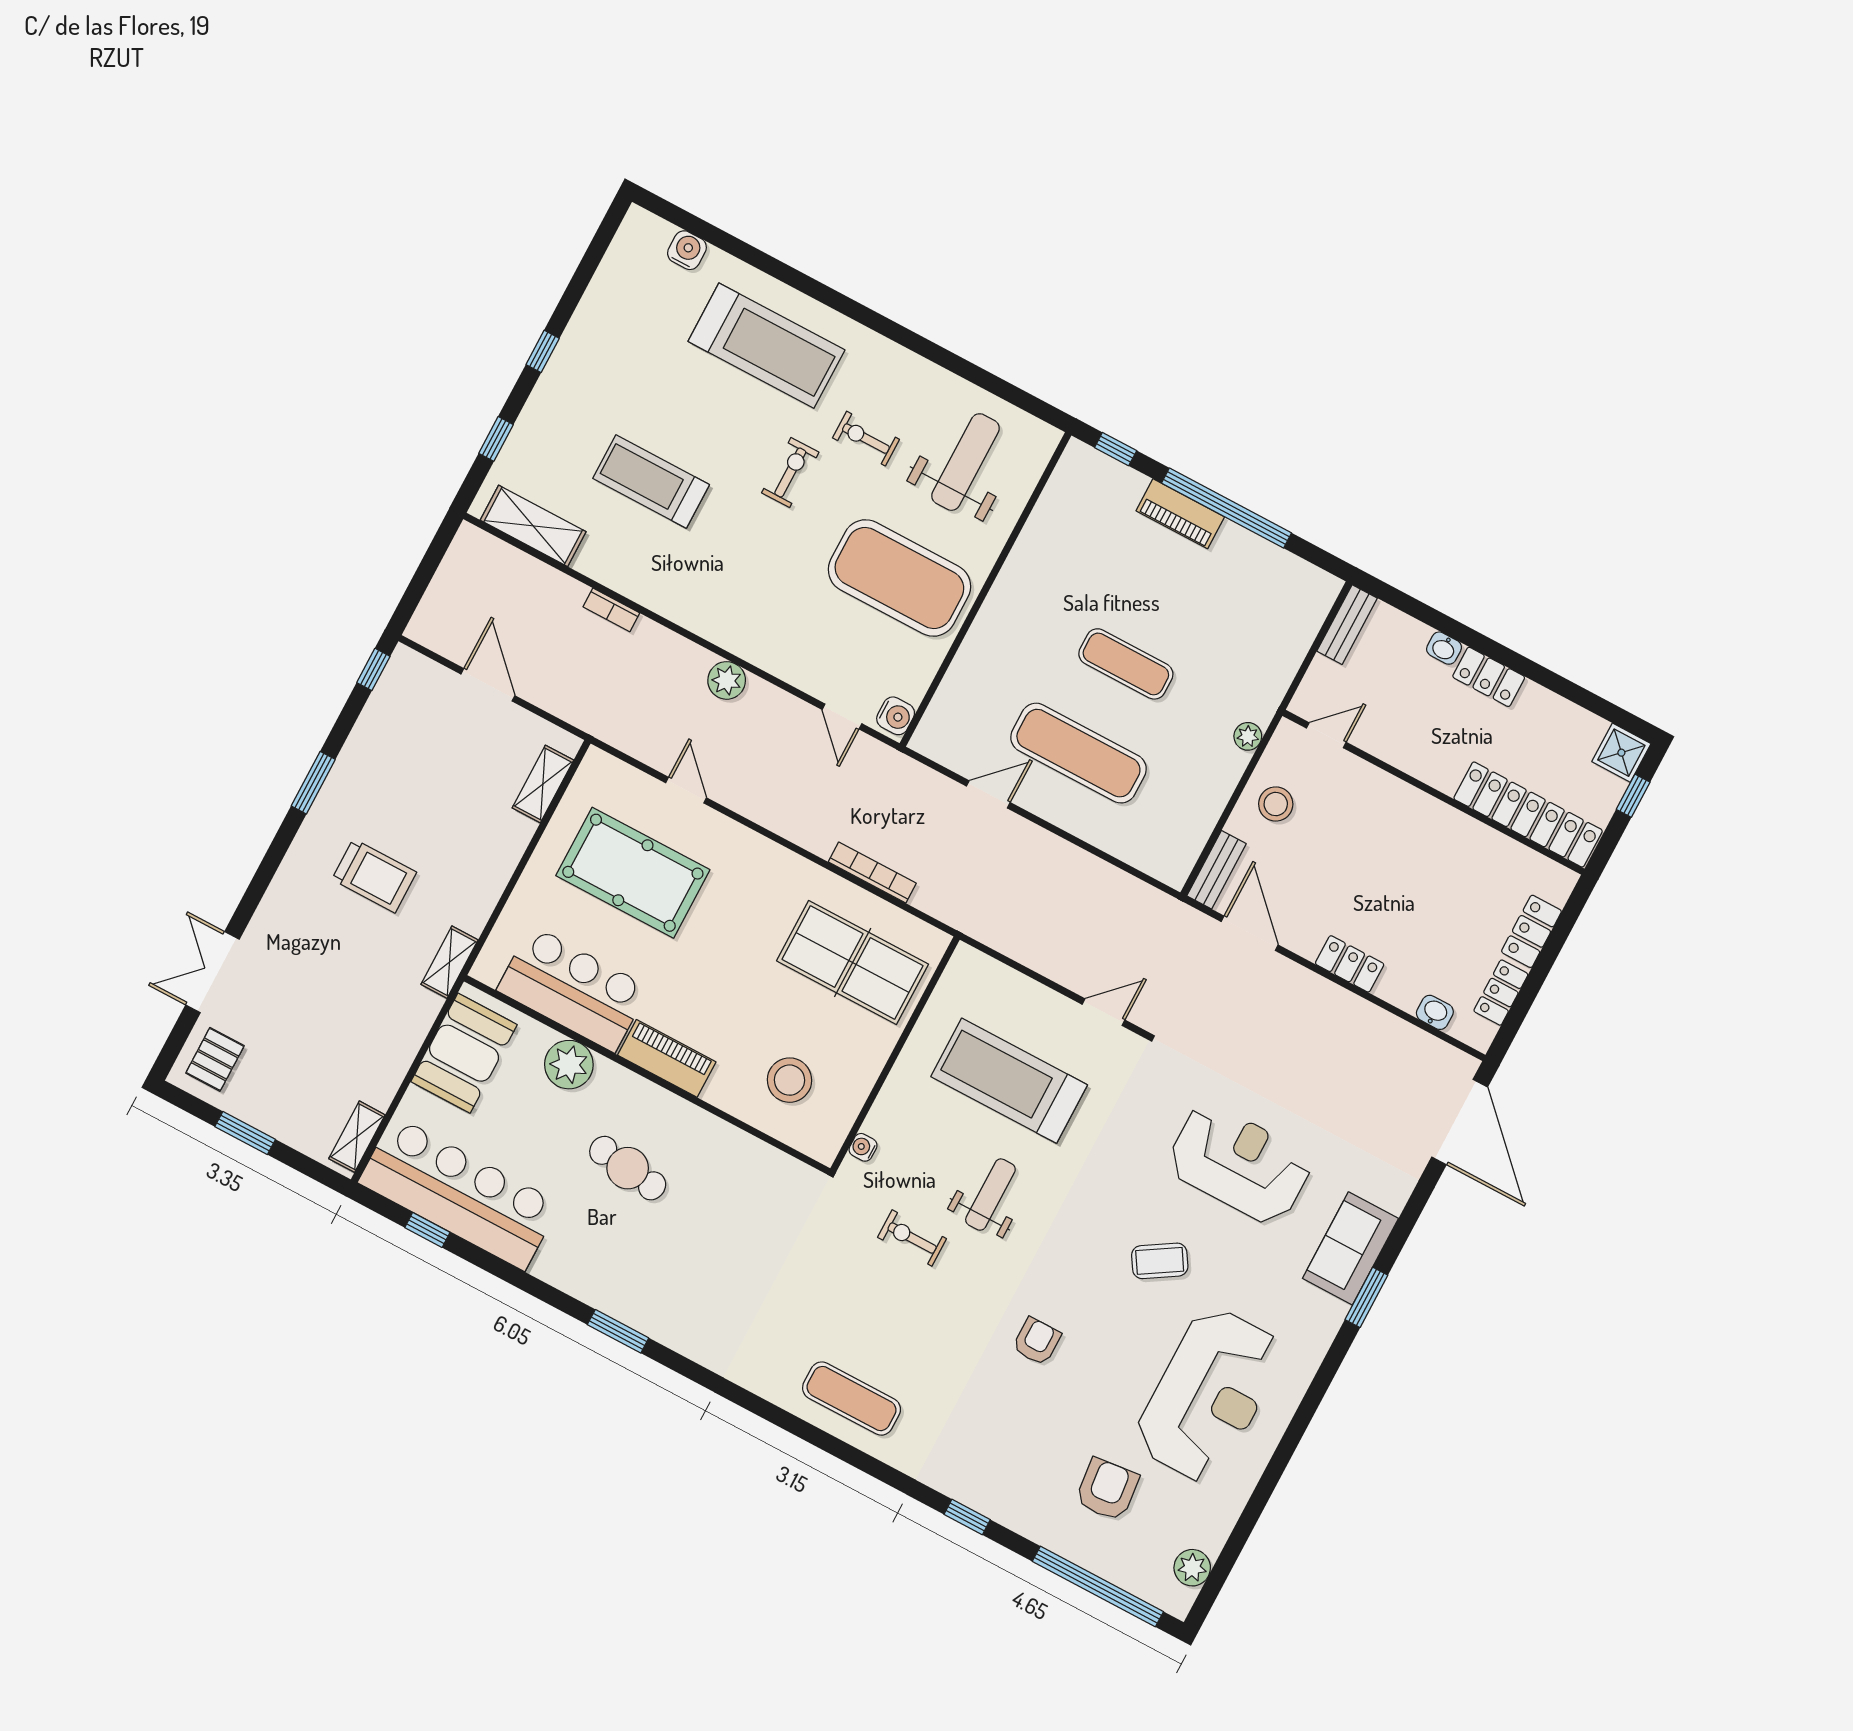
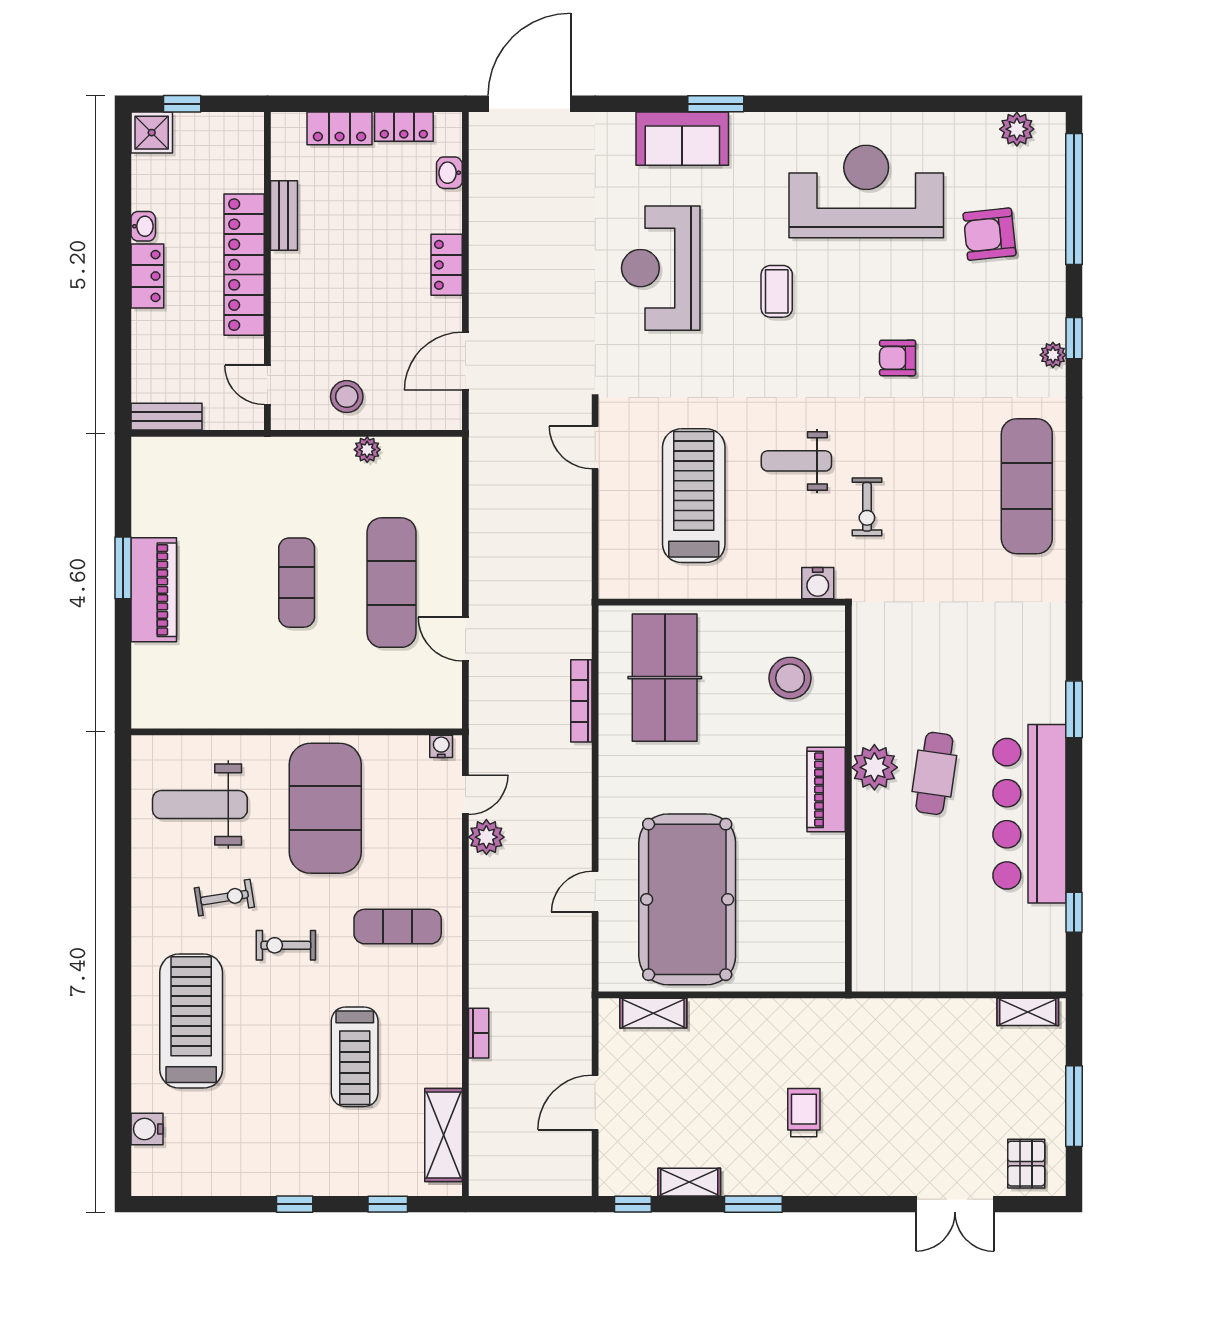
exercise bike: (866, 439) -> (224, 898), turned -99
window: (1116, 449) -> (123, 686), removed
window: (1227, 508) -> (123, 568), width x0.47
piano: (1180, 514) -> (154, 590), width x1.37, depth x1.33
exercise mat: (752, 587) -> (398, 927), added
washbasin: (1444, 648) -> (143, 226), moved
plant: (727, 680) -> (486, 837), moved
water cooler: (896, 716) -> (441, 746), width x0.72, depth x0.72
plant: (1248, 736) -> (367, 450), moved
locker: (1528, 814) -> (244, 265), moved
bench: (1216, 870) -> (284, 216), moved, turned 90
pool table: (633, 873) -> (687, 899), width x1.36, depth x1.32
trolley: (374, 876) -> (804, 1113), width x0.73, depth x0.72
shelving: (449, 962) -> (689, 1182), moved
bar counter: (573, 989) -> (810, 898), removed
booth: (464, 1053) -> (911, 960), removed
pallet: (215, 1059) -> (1026, 1164), turned 90
plant: (569, 1065) -> (874, 767), moved
treadmill: (1009, 1081) -> (694, 496), turned 180
window: (245, 1133) -> (1074, 1106), width x1.44
water cooler: (863, 1147) -> (818, 583), width x1.38, depth x1.38
bar counter: (459, 1193) -> (1029, 814), moved
coffee table: (1160, 1261) -> (777, 291), turned 32
exercise mat: (852, 1399) -> (1027, 486), width x1.36, depth x1.45
plant: (962, 1489) -> (1053, 355), added

